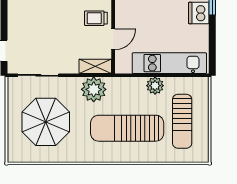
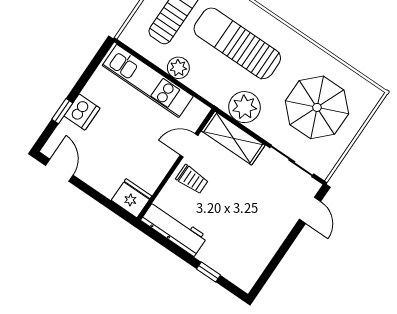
shelving: (95, 66) -> (233, 138), width x1.50, depth x1.33
sun lounger: (127, 128) -> (237, 43), turned 180

